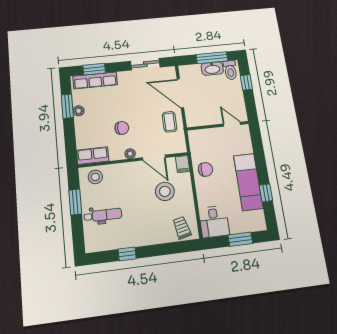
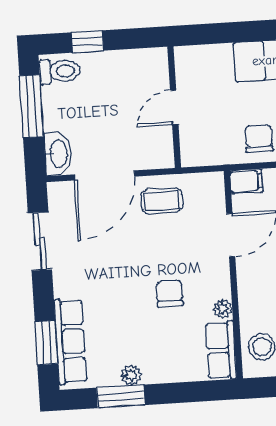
washbasin: (212, 69) -> (58, 154), moved
door: (232, 124) -> (174, 107), moved
plant: (130, 154) -> (223, 309), moved

